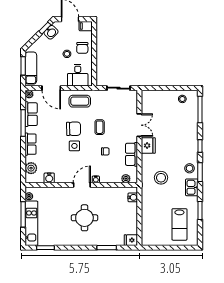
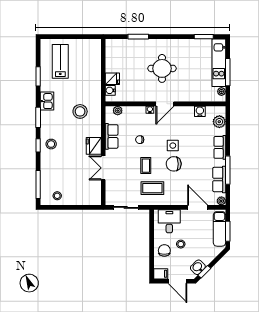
coffee table: (80, 101) -> (152, 188), moved
stool: (190, 168) -> (51, 144), moved
fridge: (131, 240) -> (112, 79), moved

